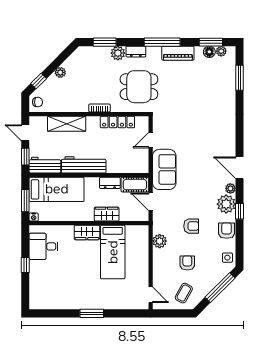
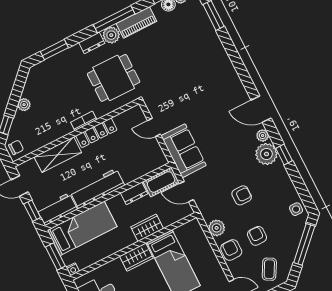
plant: (118, 53) -> (111, 35), moved
locker: (117, 122) -> (96, 133), moved
door: (151, 140) -> (154, 127), hinge flipped
armchair: (227, 231) -> (231, 250), moved

